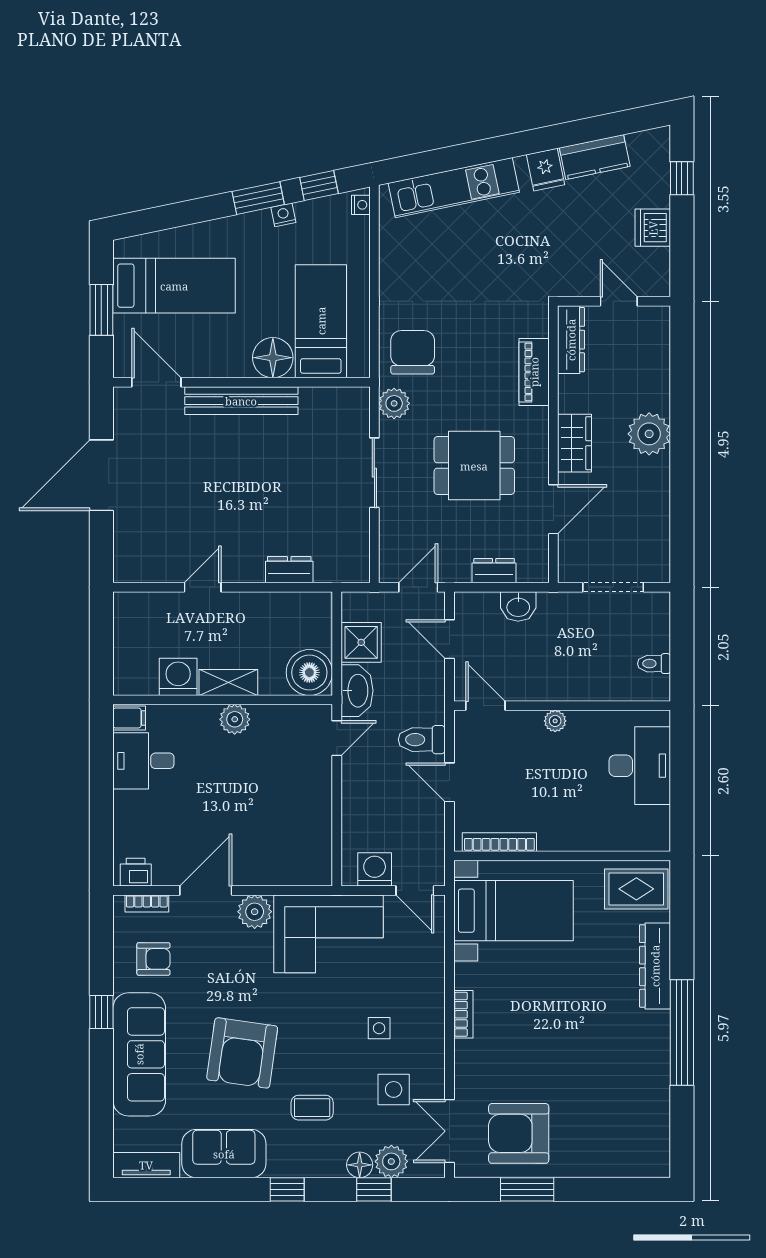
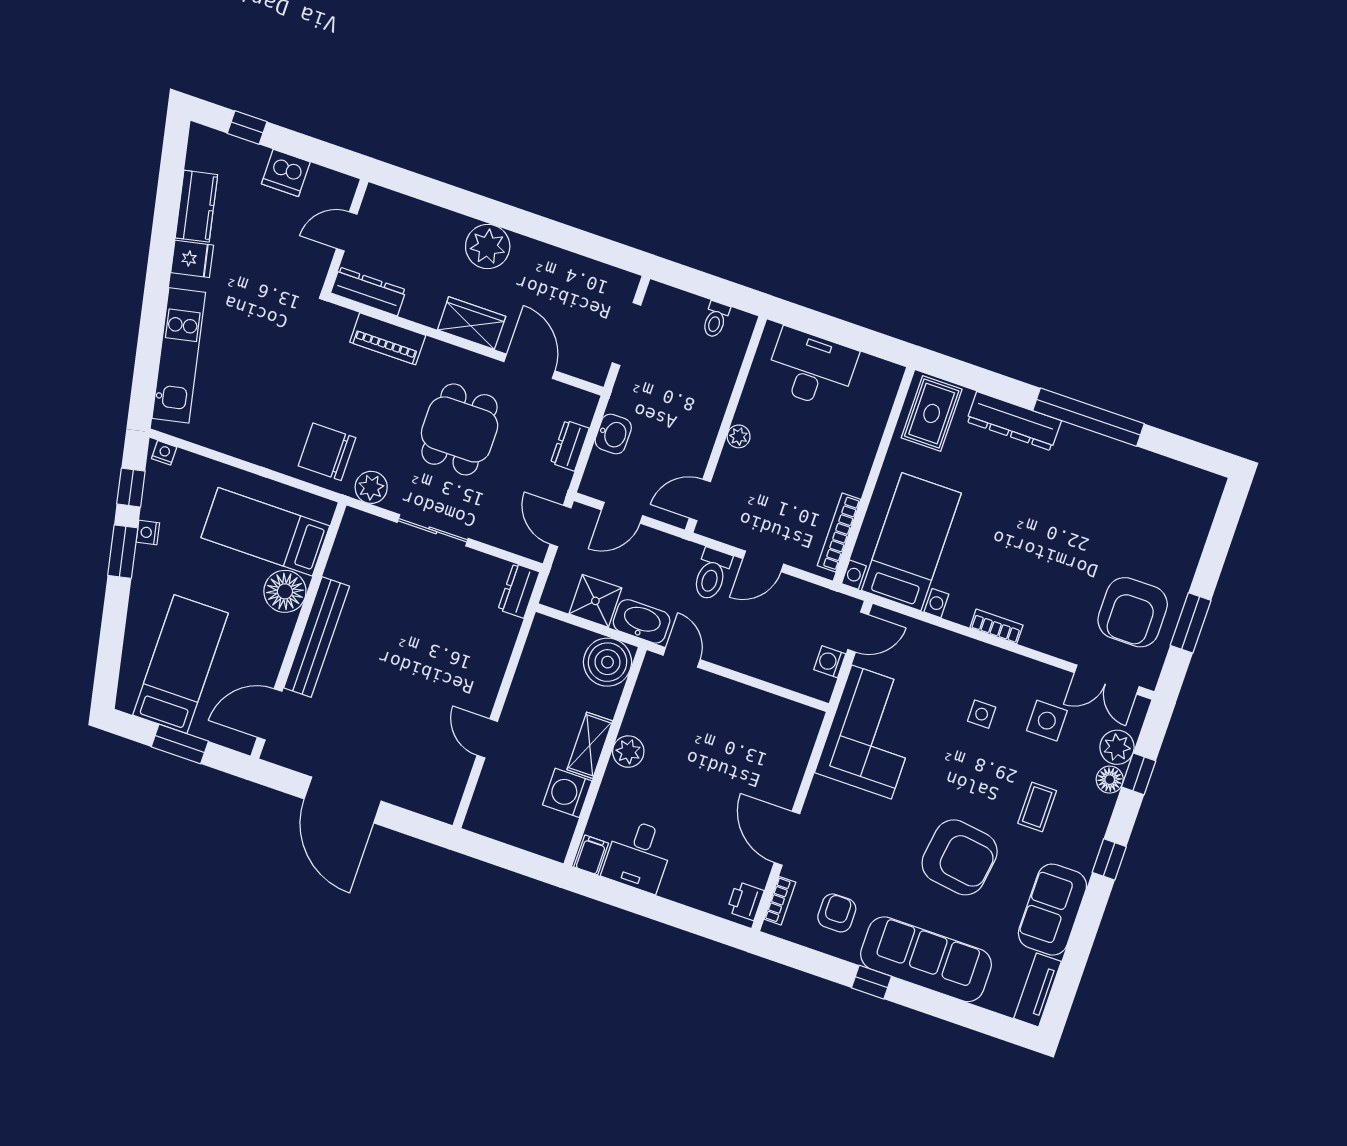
dresser: (289, 570) -> (519, 591), moved
washing machine: (375, 869) -> (830, 662), width x0.73, depth x0.73
plant: (255, 912) -> (825, 797), removed

